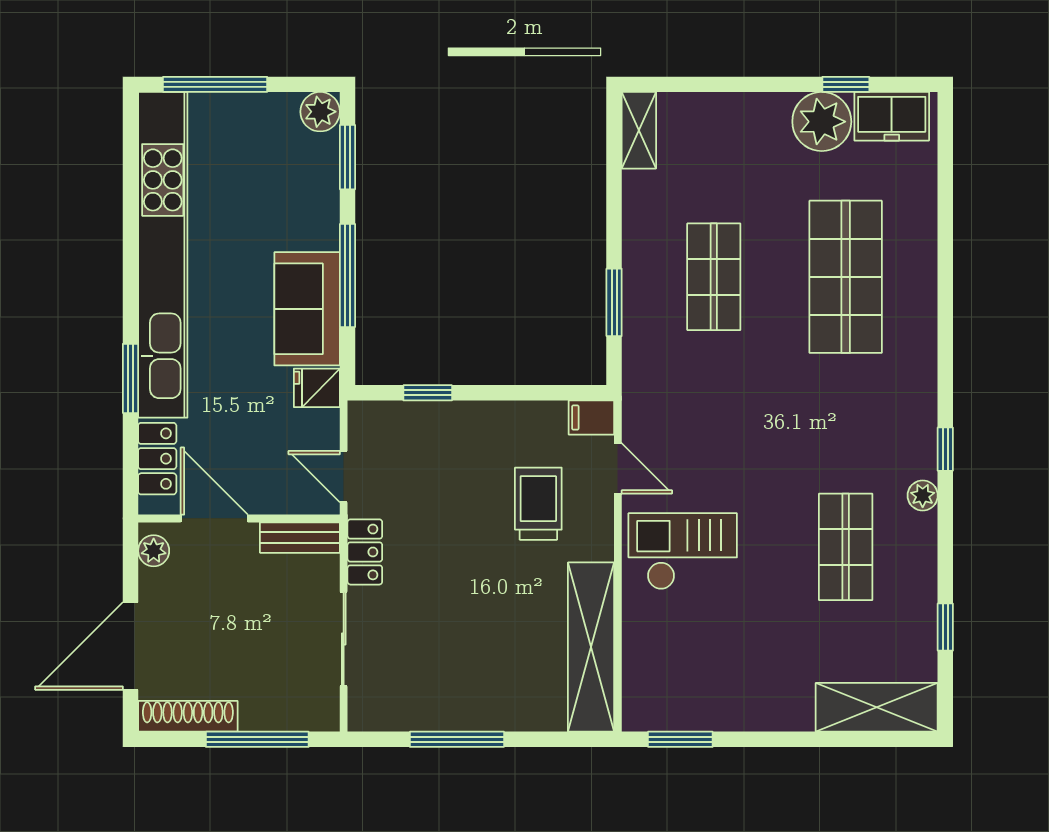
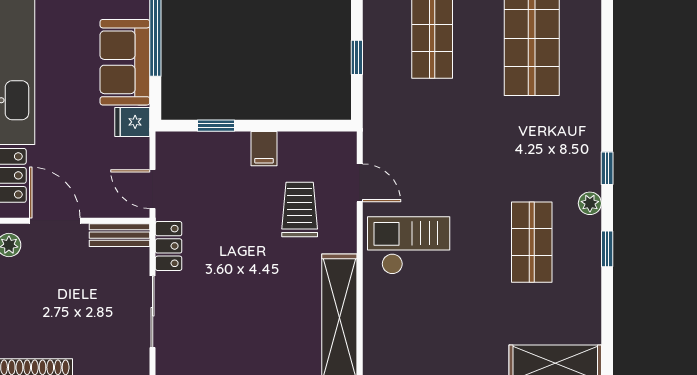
window: (614, 302) -> (357, 57), width x0.67
filing cabinet: (591, 418) -> (264, 149), moved, turned -90
window: (945, 627) -> (607, 249), moved

